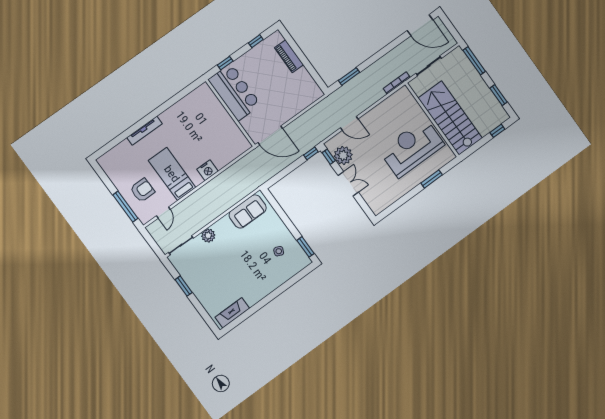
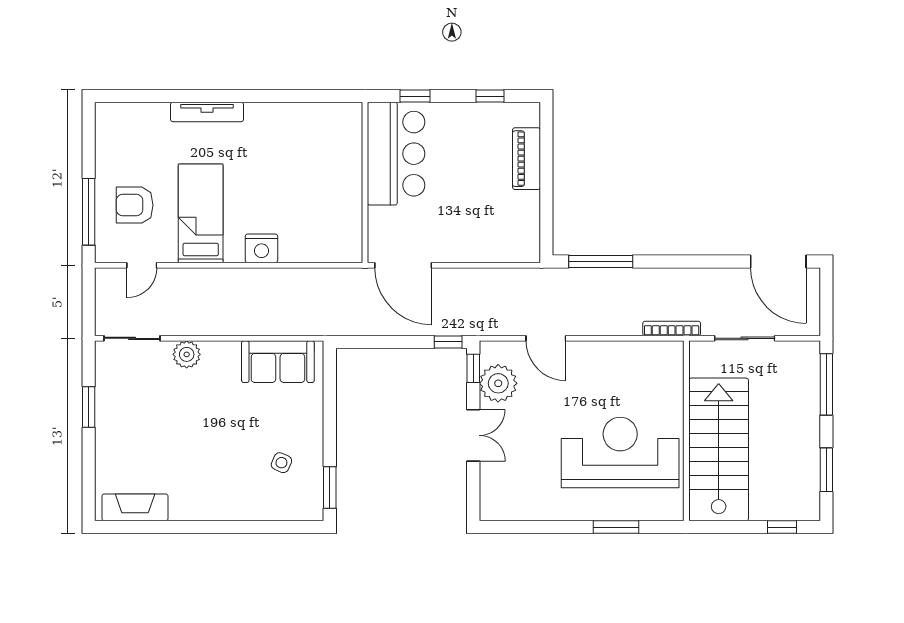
window: (349, 76) -> (601, 262), width x1.44
armchair: (142, 190) -> (135, 205), turned 180

